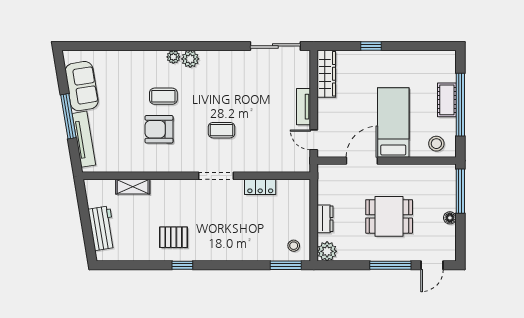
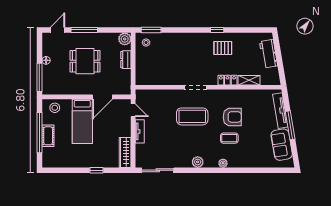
plant: (190, 59) -> (198, 162), moved
coffee table: (222, 130) -> (192, 116), width x1.86, depth x1.72
locker: (260, 187) -> (227, 80), moved

